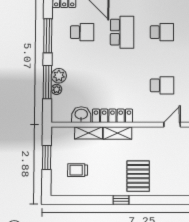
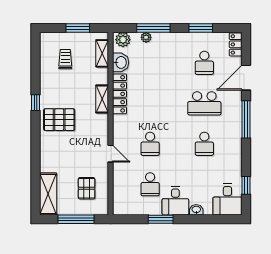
window: (48, 36) -> (201, 28), width x0.69
plant: (59, 76) -> (123, 40), moved
shelving: (89, 133) -> (102, 53), moved

